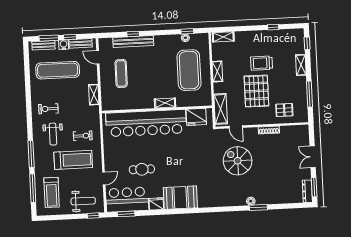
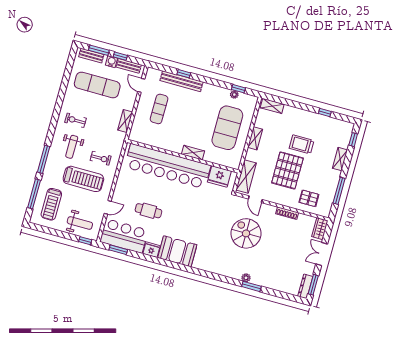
wardrobe: (303, 134) -> (320, 229), added

